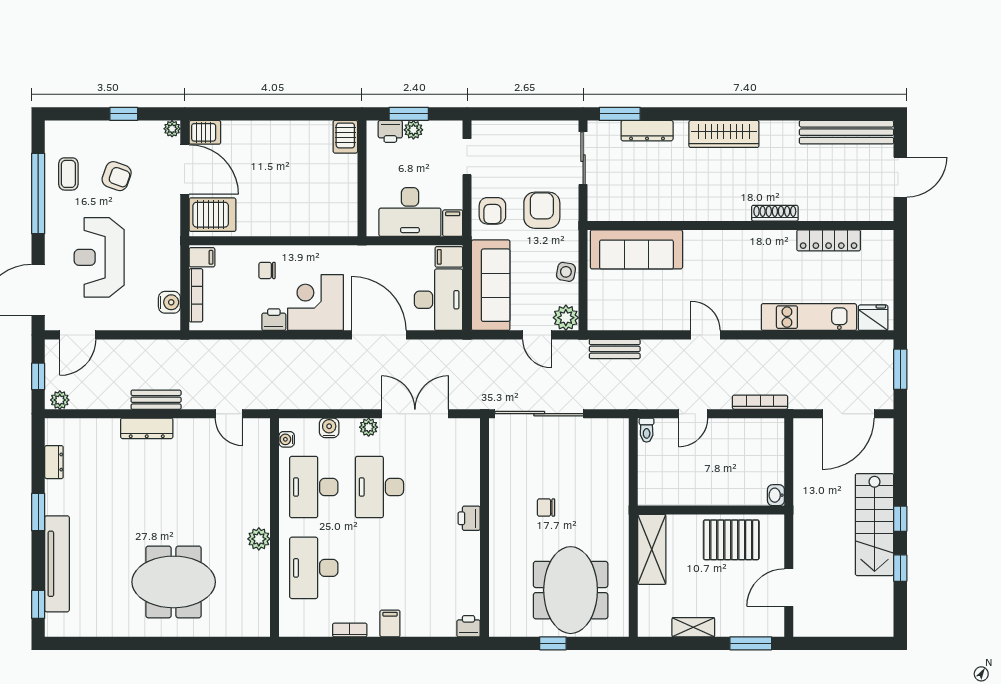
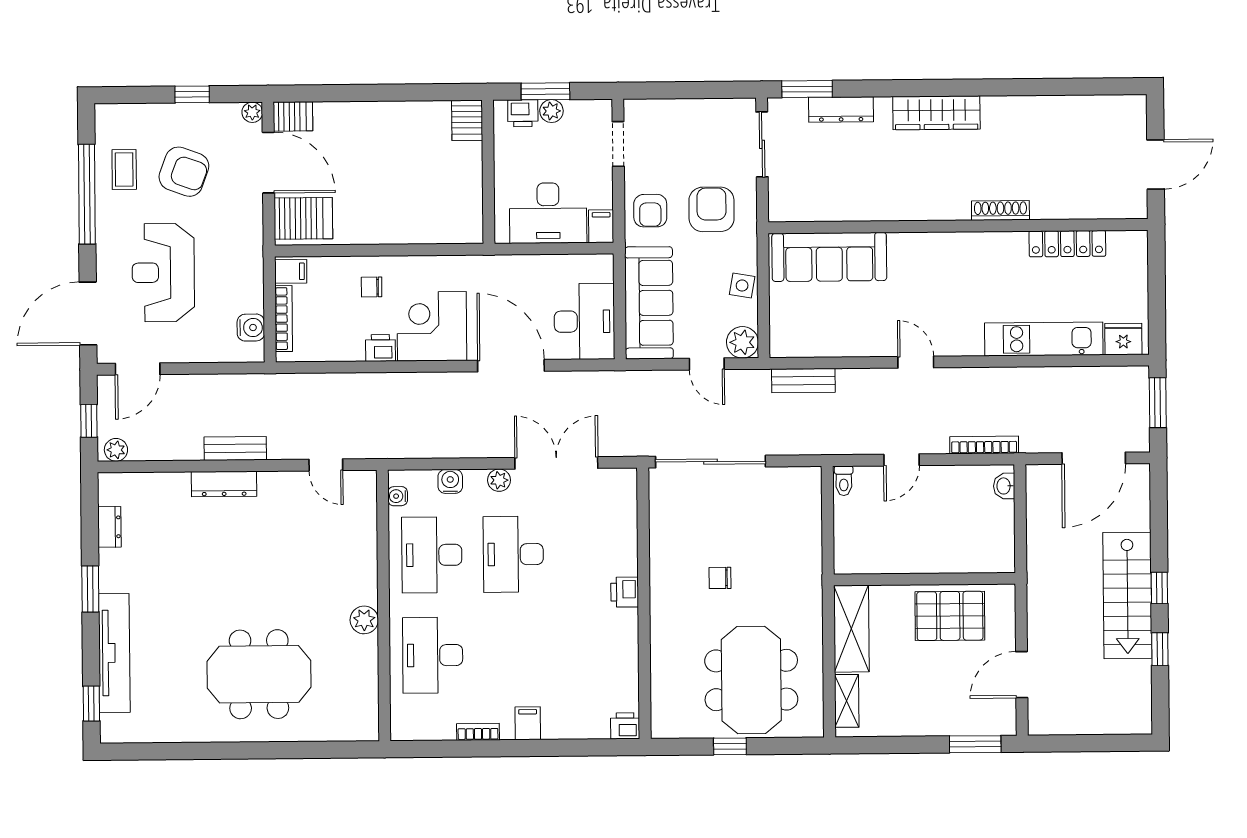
bench: (847, 132) -> (1088, 109), removed
armchair: (117, 176) -> (184, 172), width x1.38, depth x1.38
filing cabinet: (449, 257) -> (597, 268), removed
washbasin: (776, 495) -> (1004, 486), moved
shelving: (693, 627) -> (847, 701), moved, turned 90

